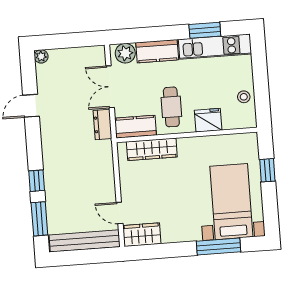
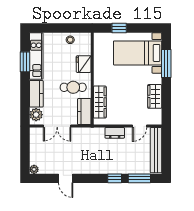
dresser: (103, 124) -> (115, 133), moved
wardrobe: (142, 235) -> (155, 96), moved

